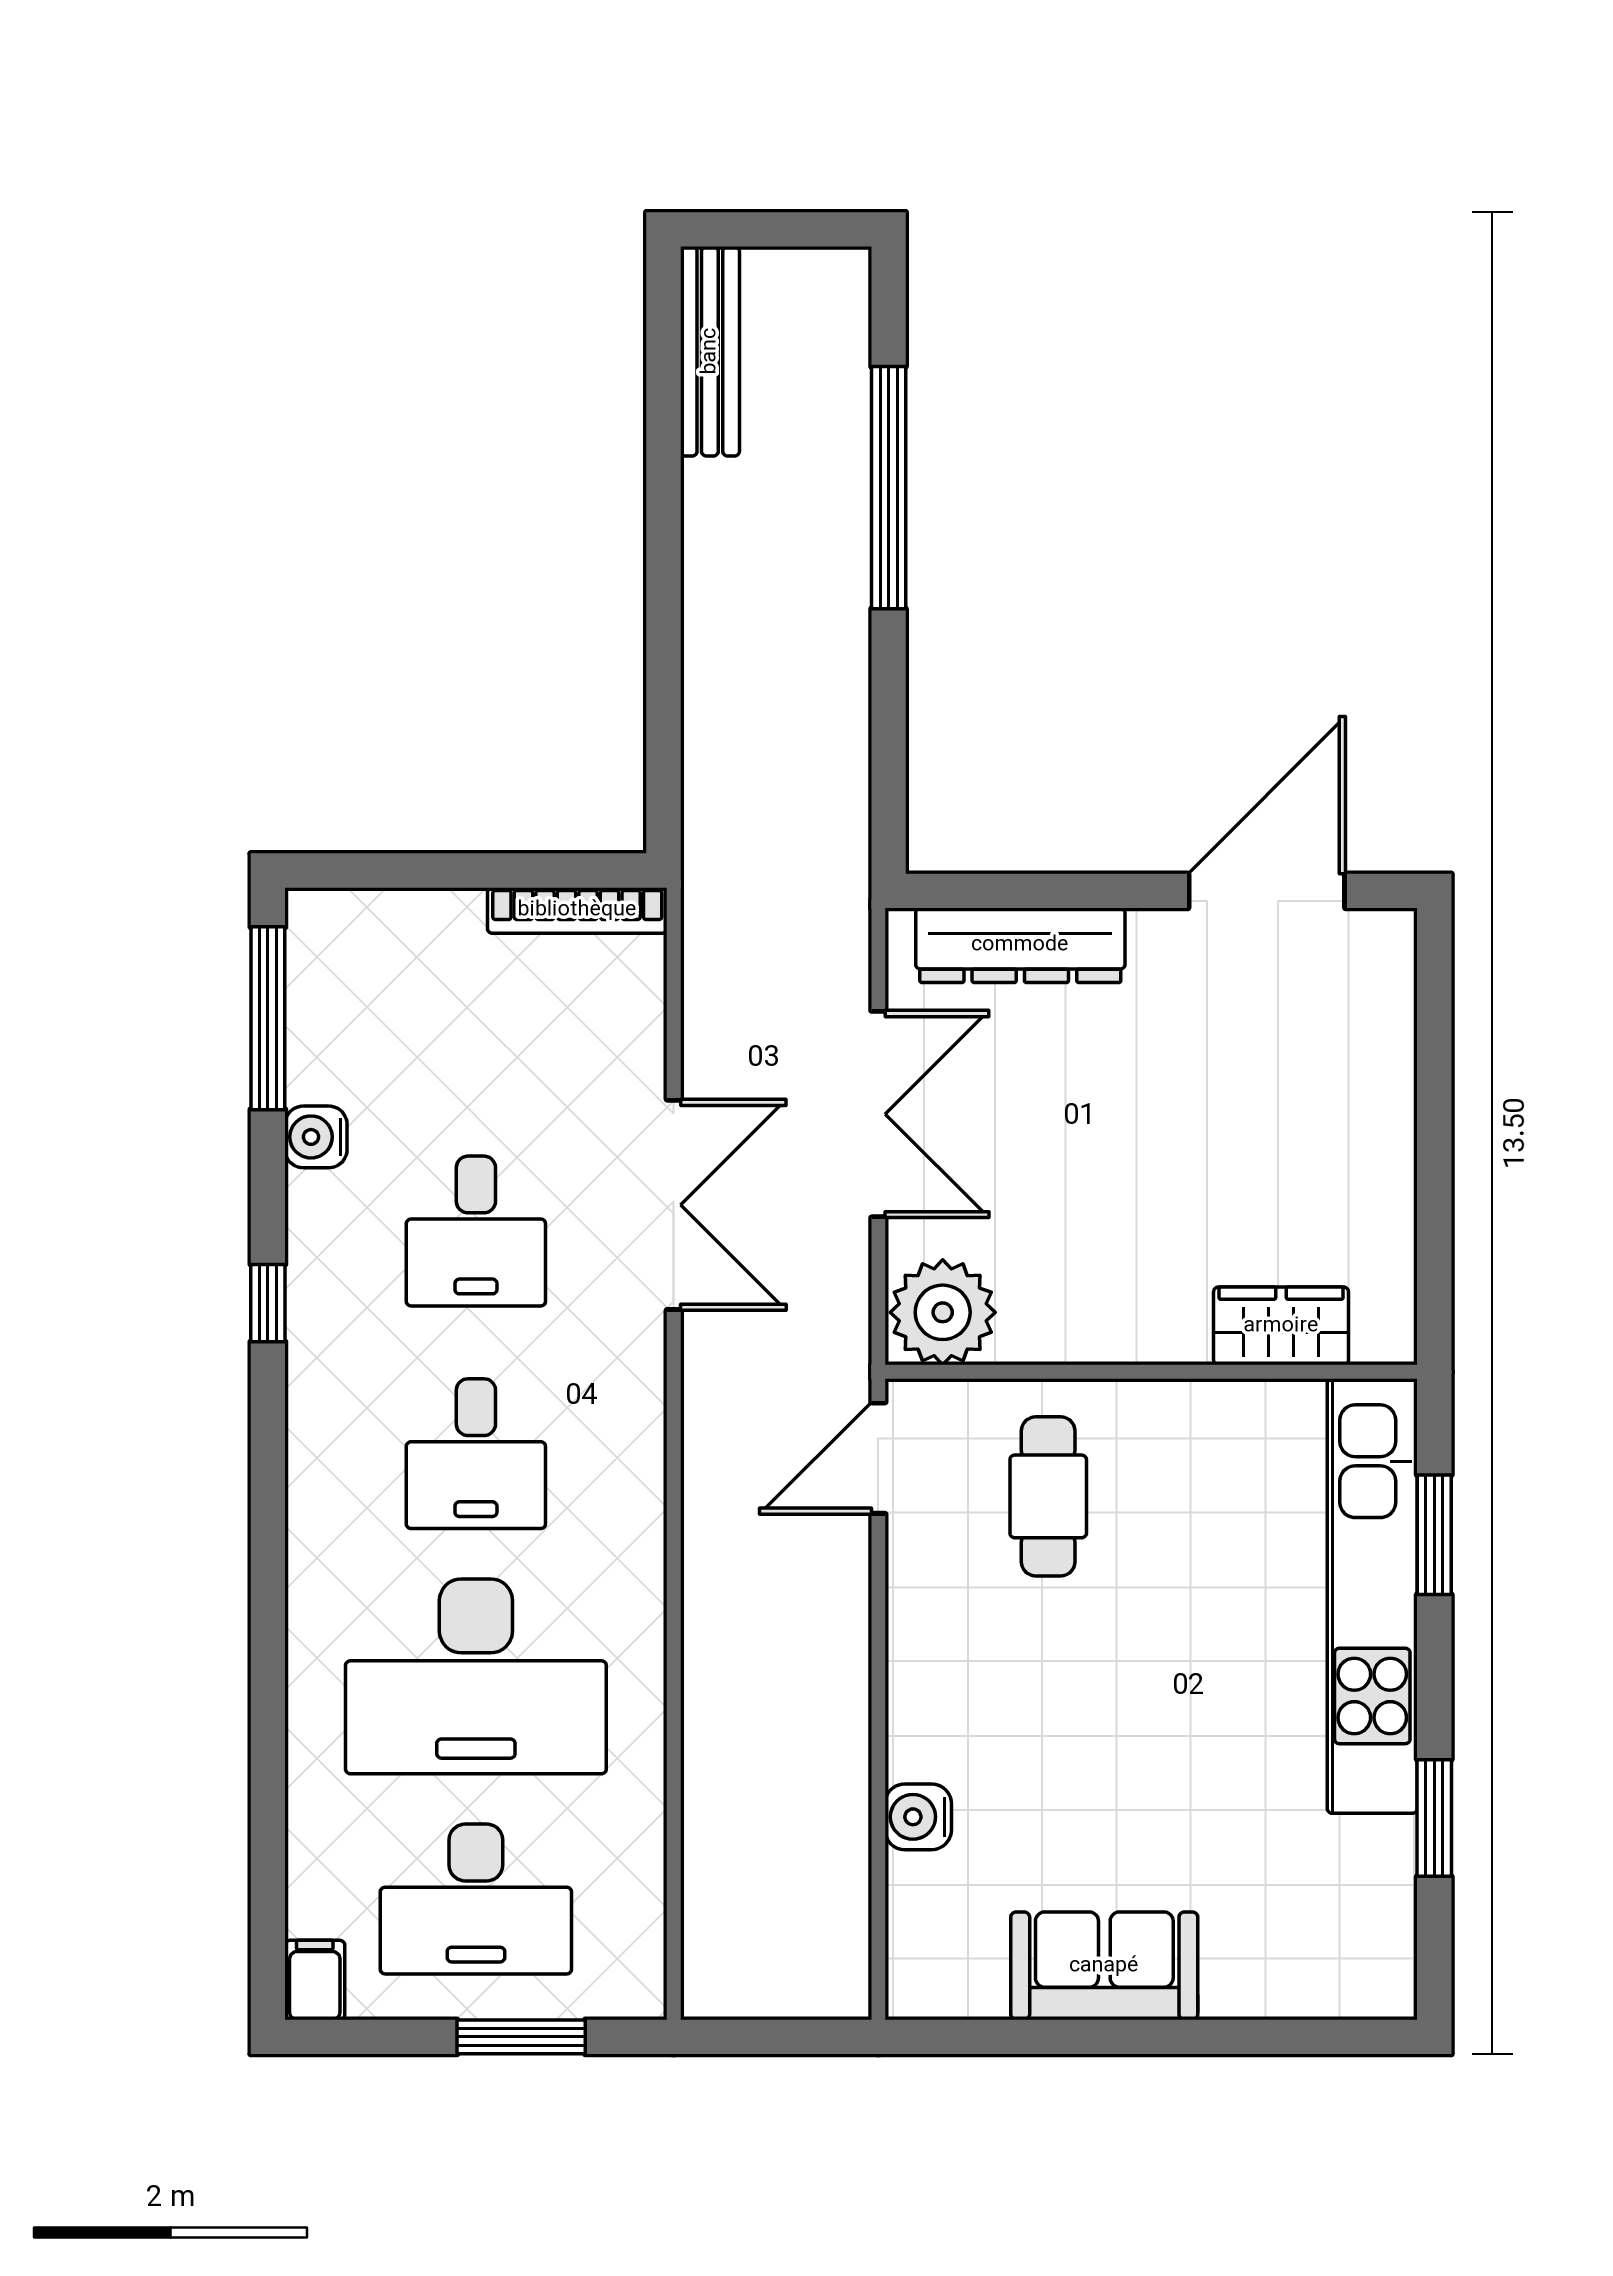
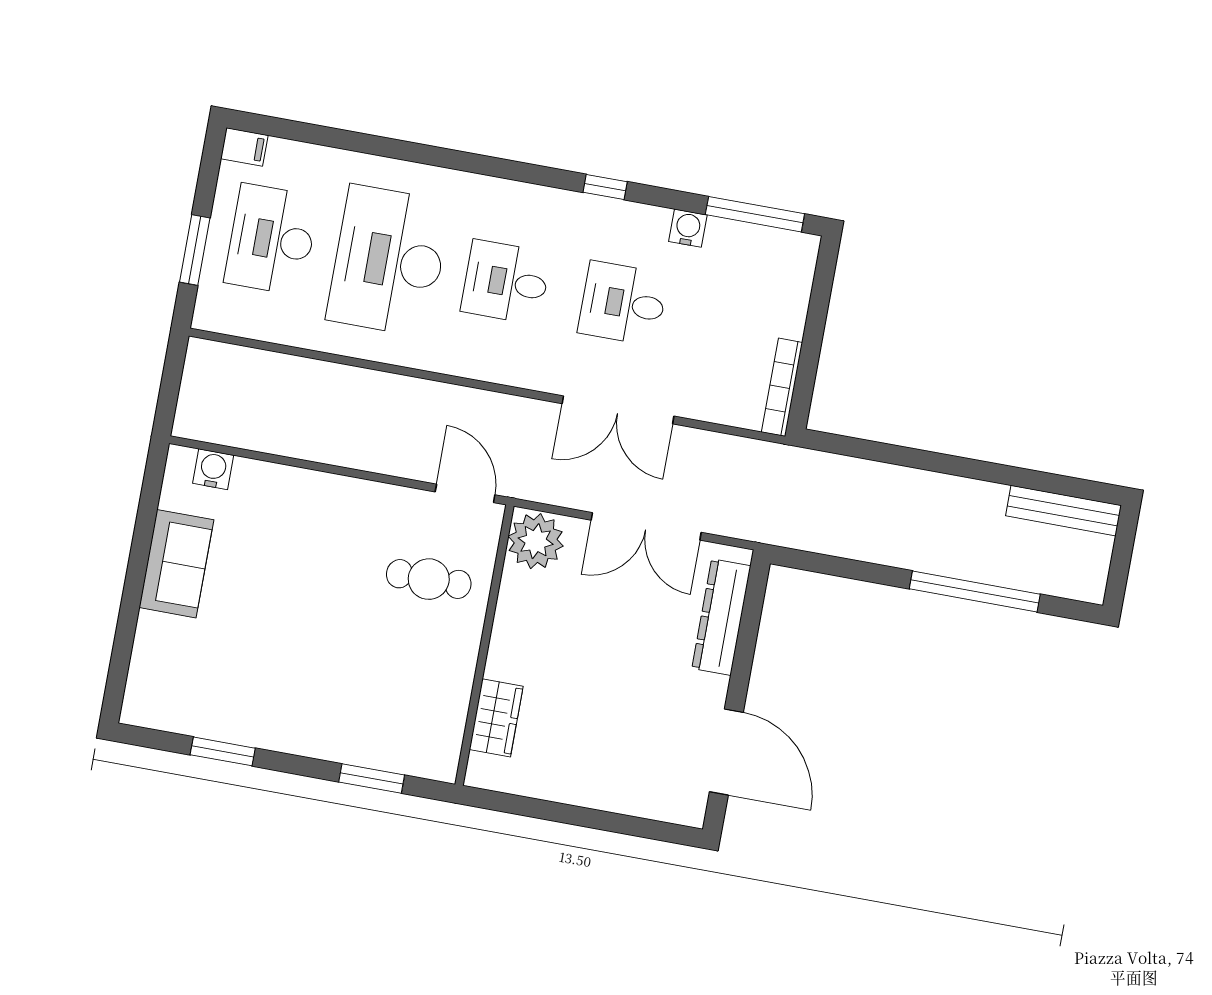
kitchen unit: (1372, 1596) -> (345, 740), removed
water cooler: (918, 1817) -> (213, 469), moved

